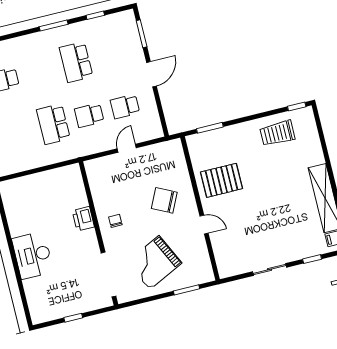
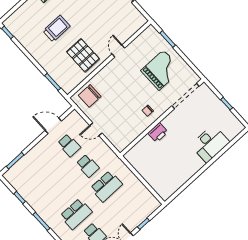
school desk: (76, 62) -> (76, 214), moved
door: (152, 74) -> (53, 126), moved
trolley: (277, 133) -> (57, 29), moved, turned -90
chair: (164, 200) -> (90, 96), moved, turned 64
desk: (33, 255) -> (210, 144), moved
grand piano: (154, 263) -> (161, 70), turned -64

